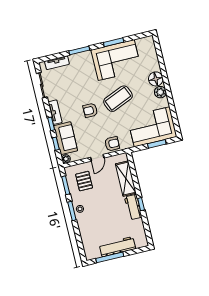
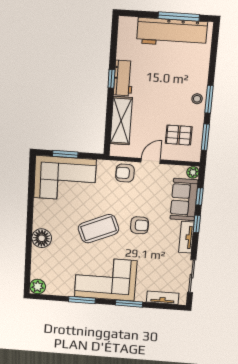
corner sofa: (116, 60) -> (106, 279), moved
plant: (160, 92) -> (38, 287), moved
pallet: (84, 181) -> (179, 135), turned 90
workbench: (117, 247) -> (172, 32), width x1.36, depth x1.32

